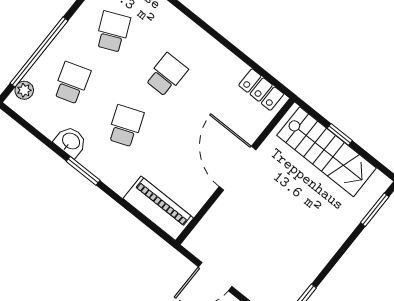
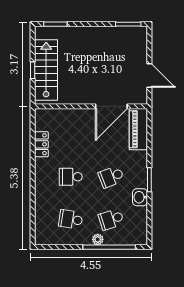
school desk: (113, 32) -> (71, 219), turned 33
plant: (24, 90) -> (98, 239), moved
locker: (261, 90) -> (41, 144), moved
door: (238, 168) -> (111, 106), moved

